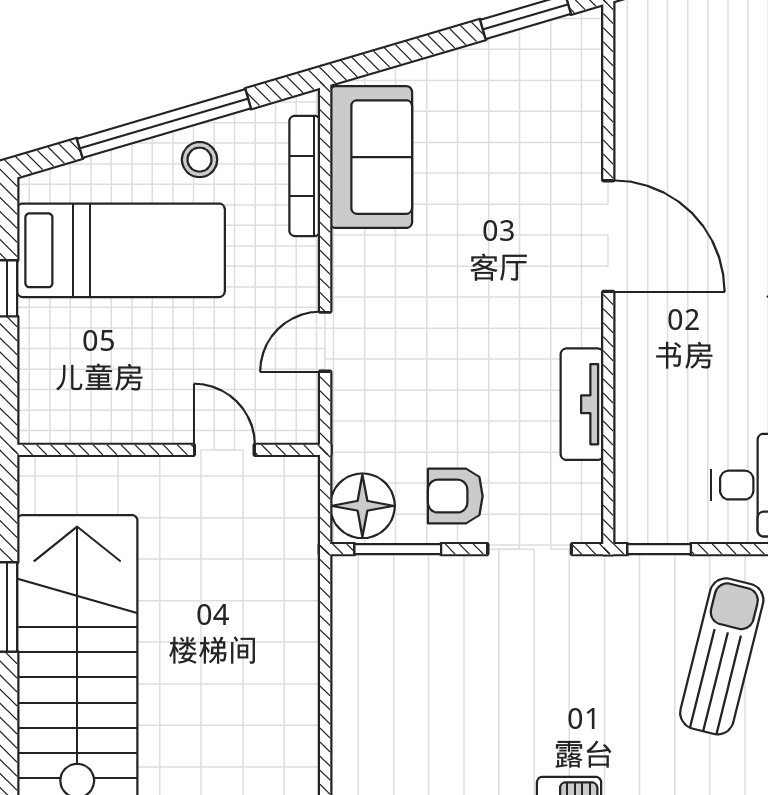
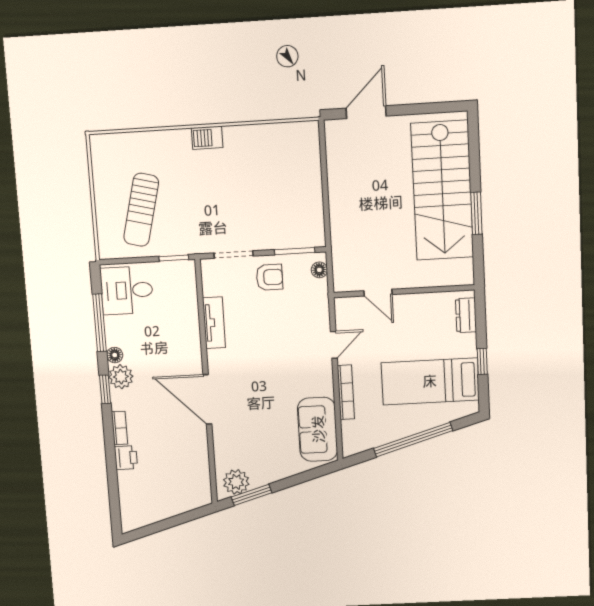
plant: (557, 48) -> (236, 482), added
stool: (200, 160) -> (396, 424), removed
bookcase: (305, 176) -> (346, 392), moved
dresser: (38, 391) -> (466, 315), added
floor lamp: (362, 506) -> (319, 270), width x0.53, depth x0.53

